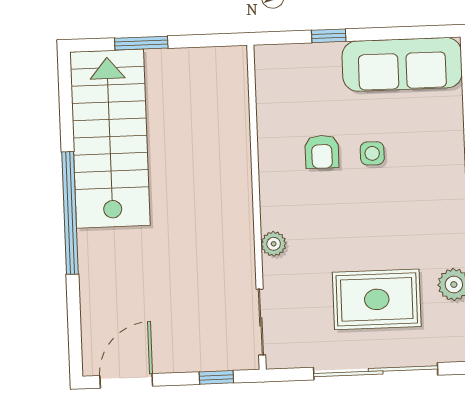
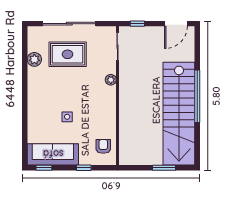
window: (422, 32) -> (44, 168), added
stairs: (110, 139) -> (179, 114), width x1.36
armchair: (322, 152) -> (103, 146), moved

